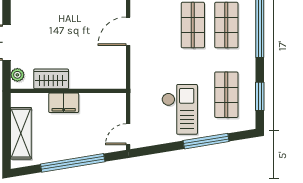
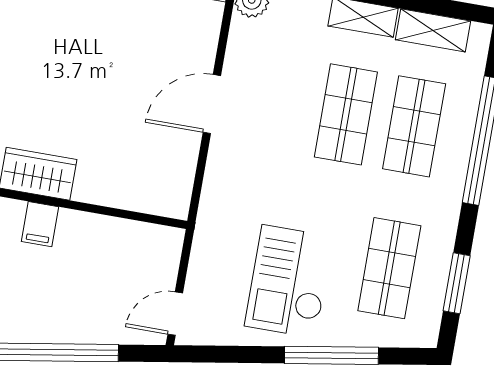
filing cabinet: (64, 103) -> (40, 224), width x0.50
checkout: (180, 109) -> (289, 281), turned 180

